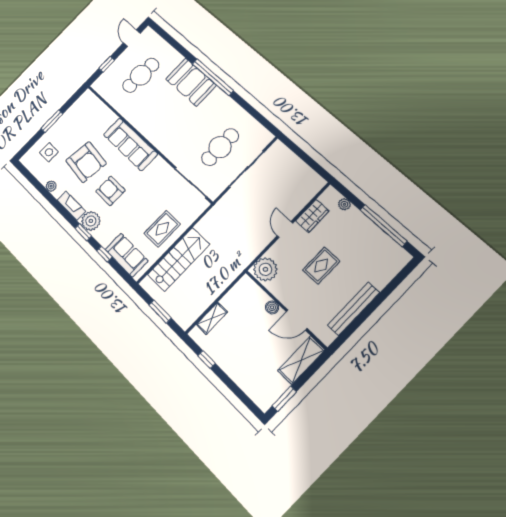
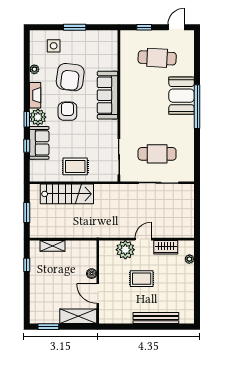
window: (383, 225) -> (197, 292), removed
sofa: (127, 255) -> (39, 143), moved
plant: (265, 269) -> (125, 250), moved
bench: (353, 309) -> (156, 318), moved

